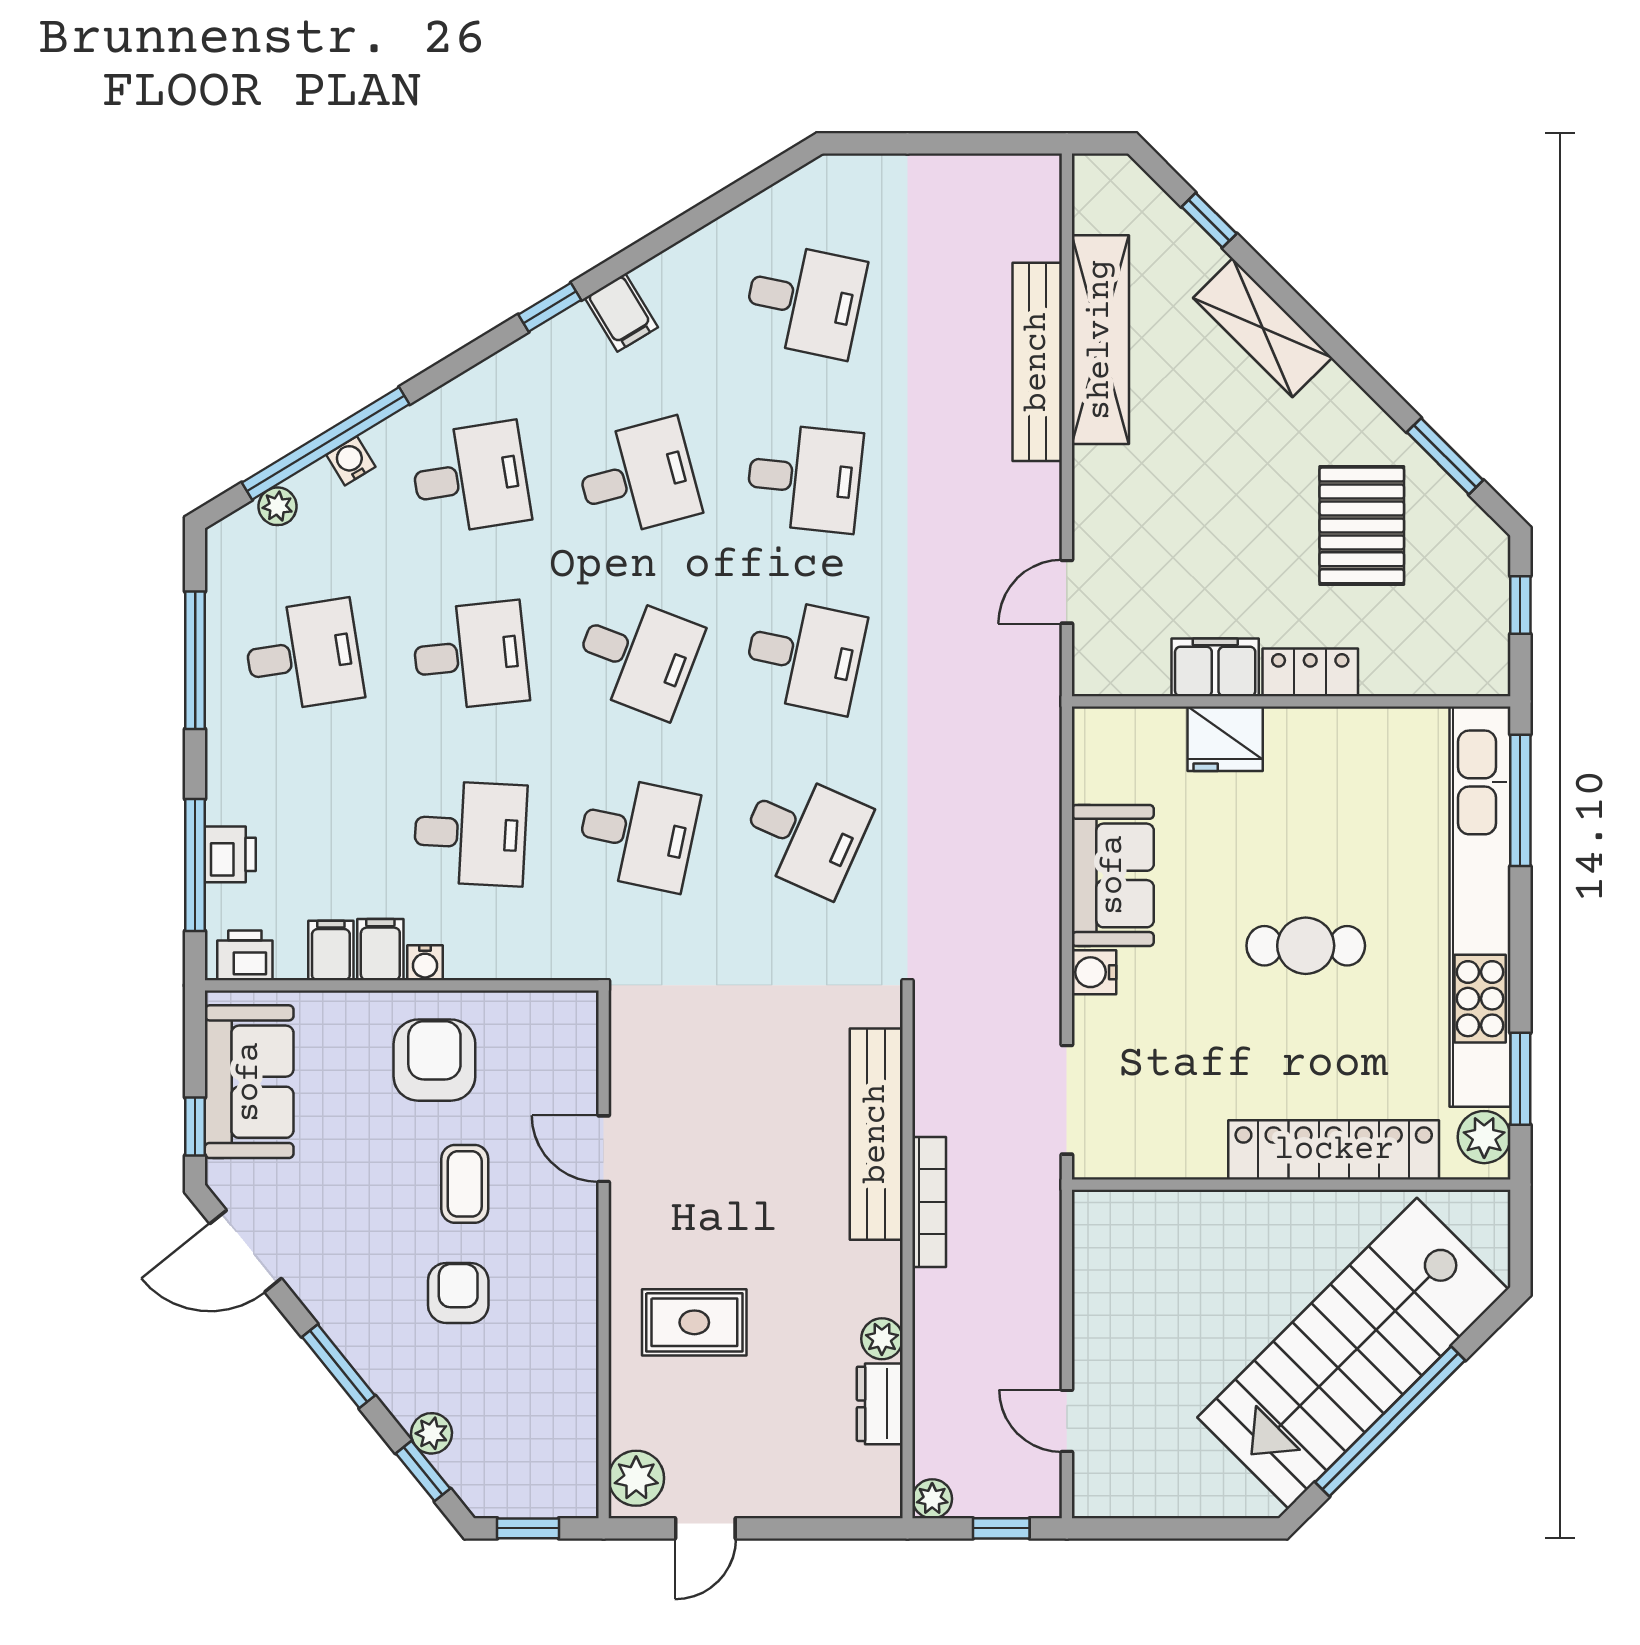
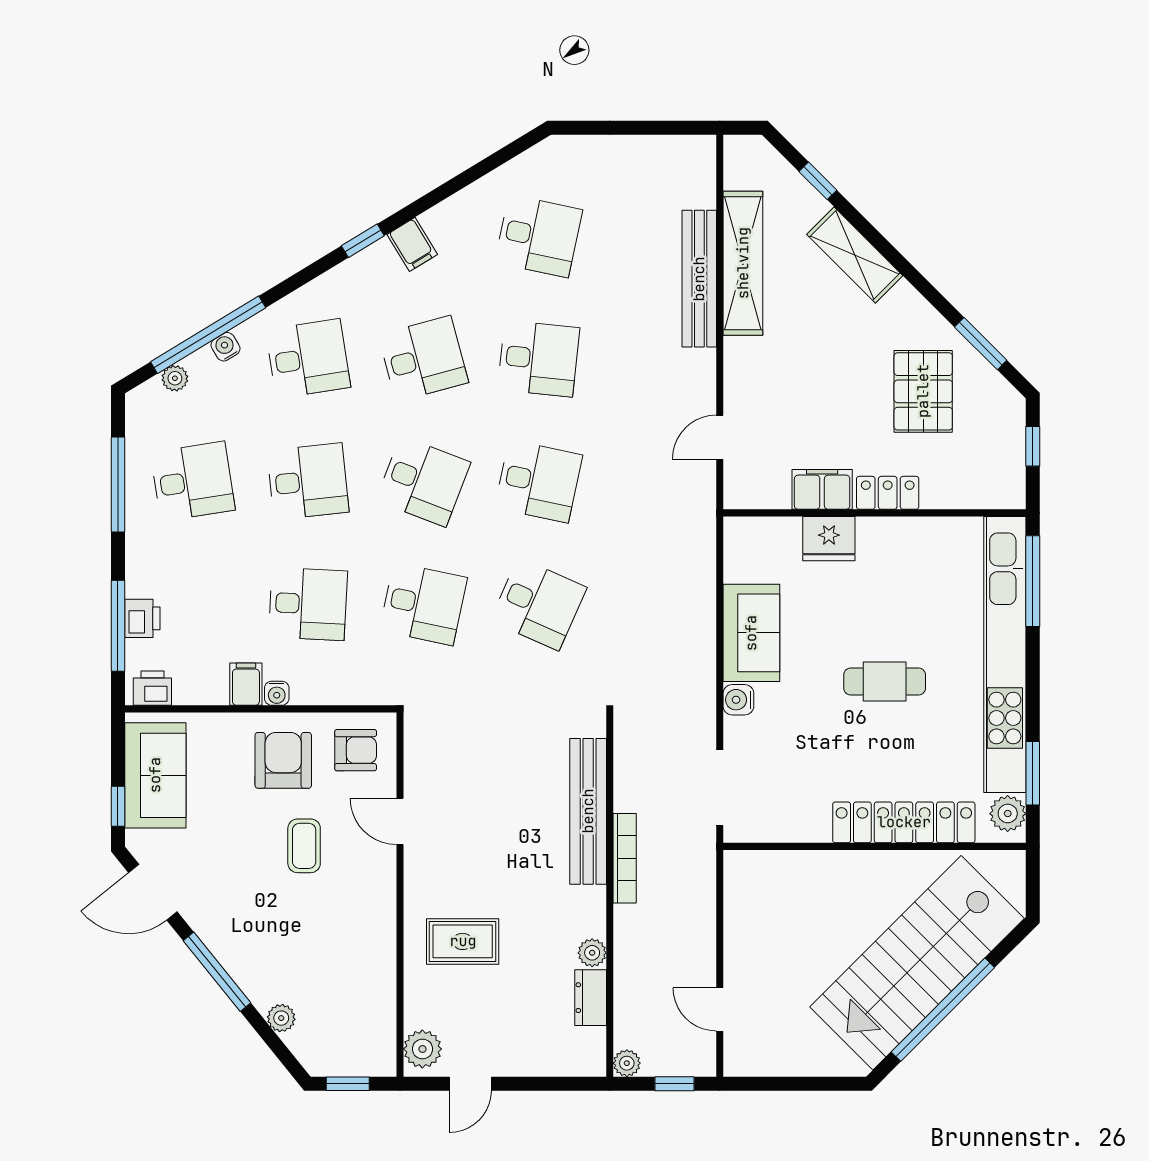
filing cabinet: (331, 950) -> (212, 685), removed
armchair: (458, 1293) -> (356, 750), moved, turned 90
window: (338, 1366) -> (217, 972), width x1.44
window: (423, 1471) -> (275, 1044), removed

